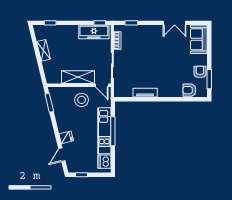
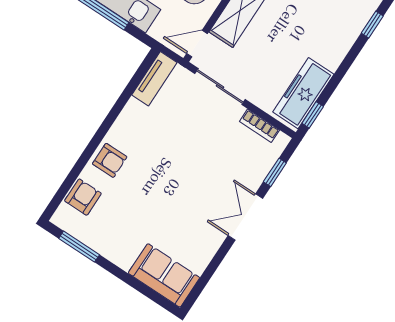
double door: (175, 23) -> (245, 217), moved
armchair: (200, 72) -> (110, 160), moved
tv unit: (145, 93) -> (154, 79), moved

